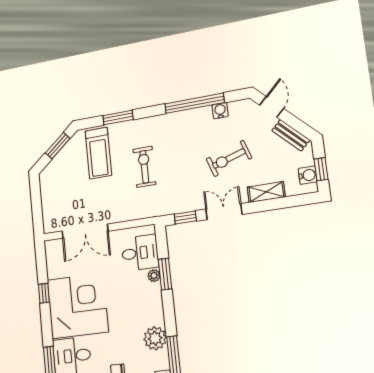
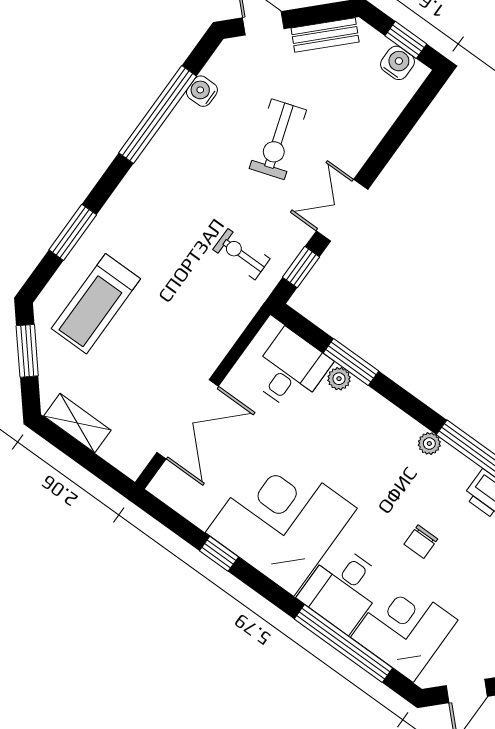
treadmill: (98, 153) -> (96, 304), turned 90
exercise bike: (144, 167) -> (241, 254), moved, width x0.73, depth x0.72
shelving: (266, 192) -> (77, 423), moved, turned 90
plant: (155, 338) -> (429, 444), width x0.53, depth x0.53

